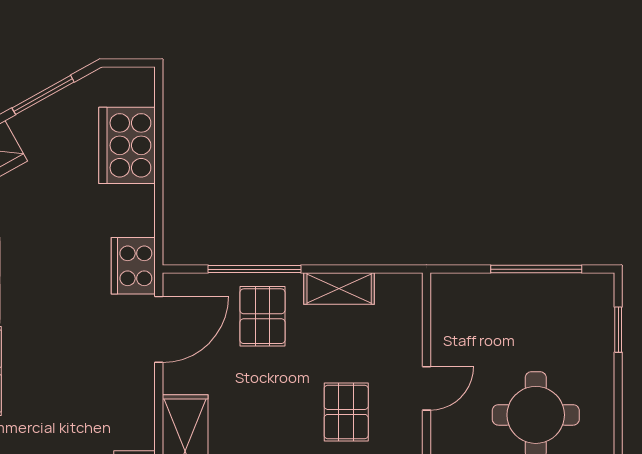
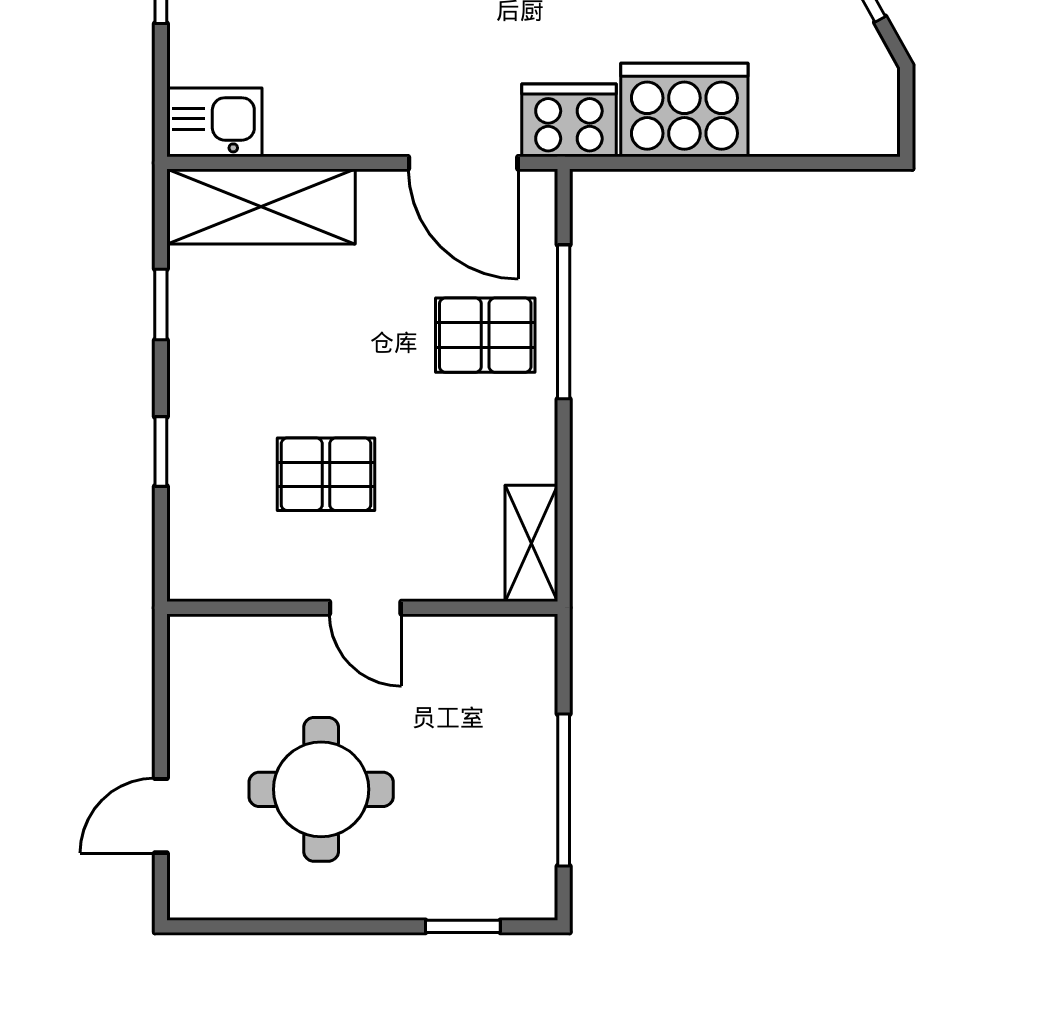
cooker: (127, 145) -> (684, 110), moved
shelving: (339, 288) -> (531, 543), moved

